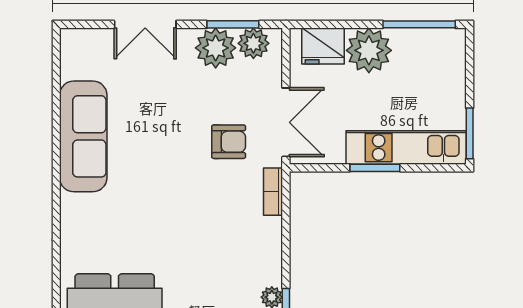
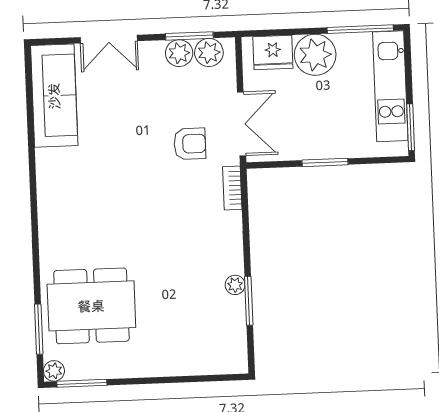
plant: (216, 48) -> (179, 53), width x0.73, depth x0.73
sofa: (83, 136) -> (54, 96), moved
kitchen unit: (406, 148) -> (390, 86), moved, turned -90

